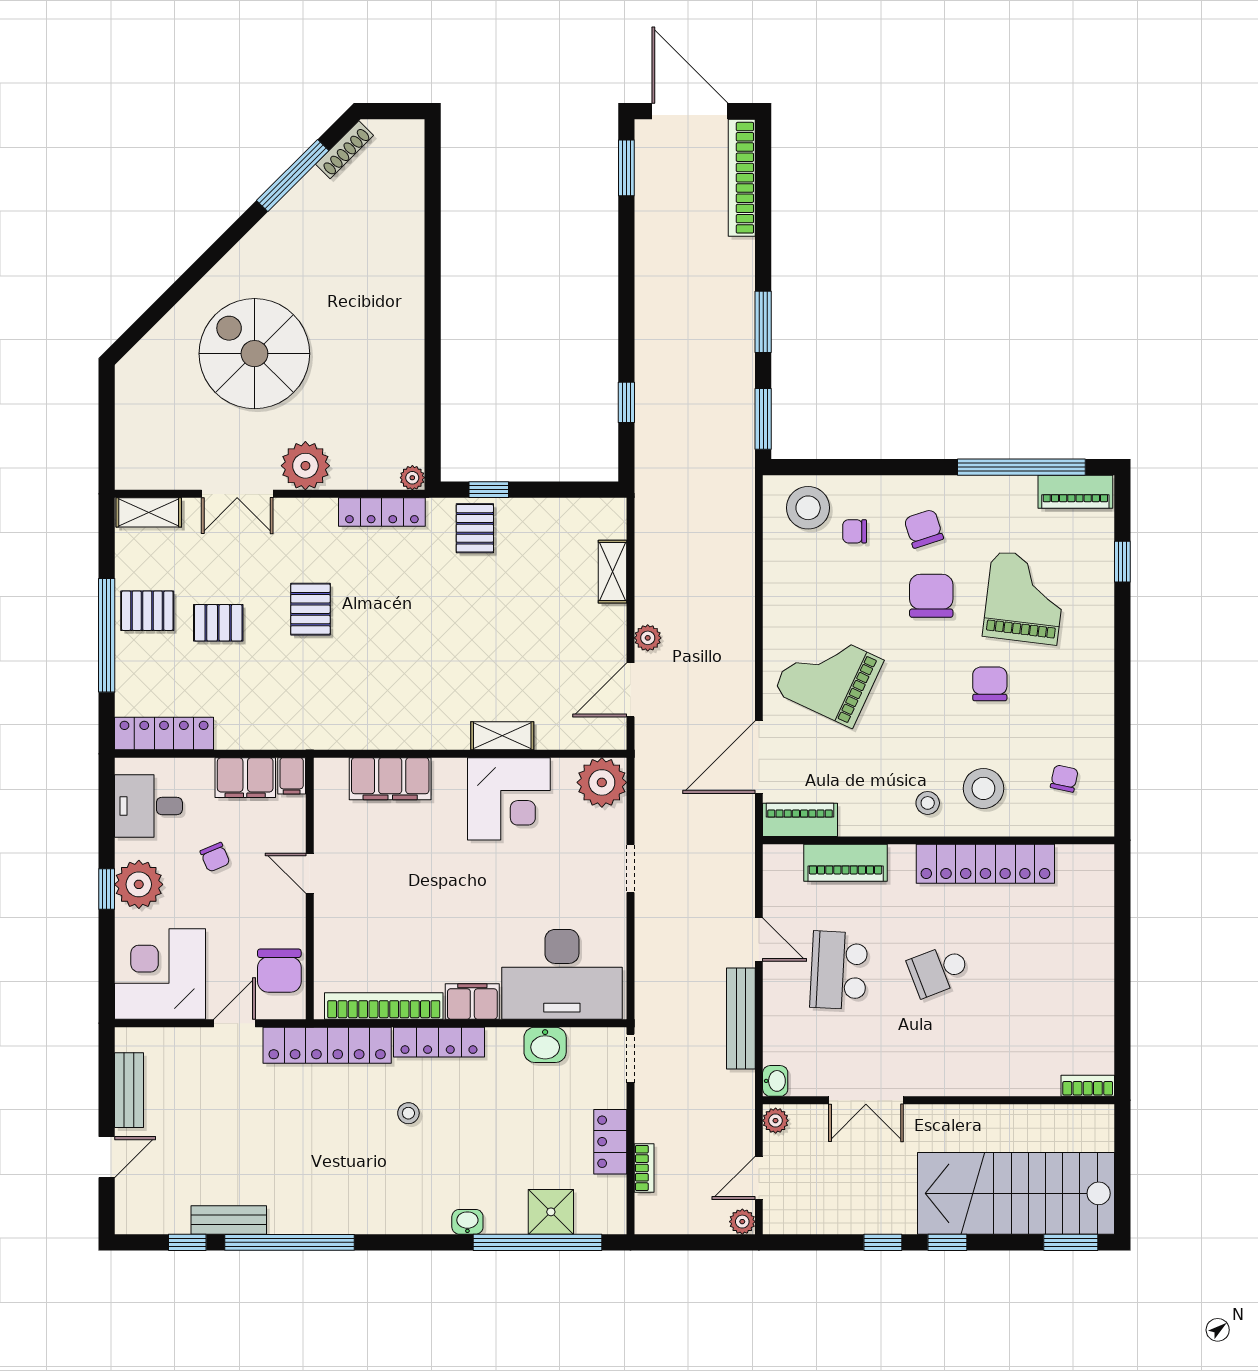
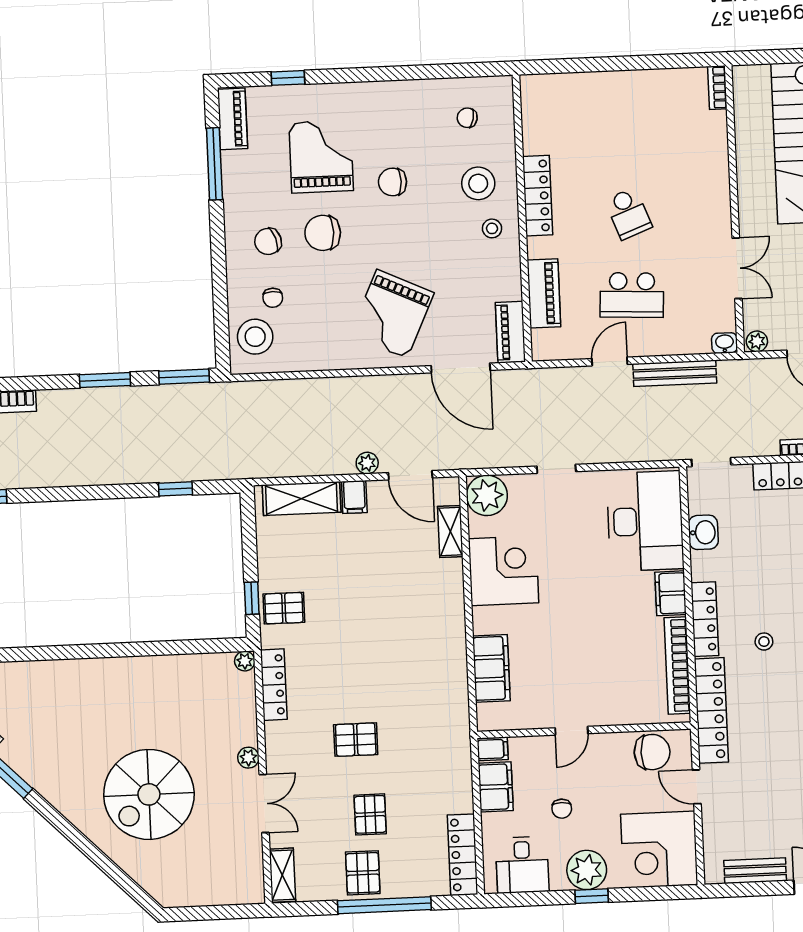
plant: (305, 466) -> (248, 758), width x0.53, depth x0.53
window: (1021, 467) -> (214, 164), width x0.68
shelving: (613, 572) -> (302, 499), width x1.50, depth x1.33
grand piano: (1025, 598) -> (321, 156), turned 83
filing cabinet: (607, 620) -> (354, 497), added
shelving: (502, 736) -> (450, 531), moved
chair: (215, 857) -> (562, 809), turned 113
locker: (985, 864) -> (538, 196), width x0.71, depth x0.83

